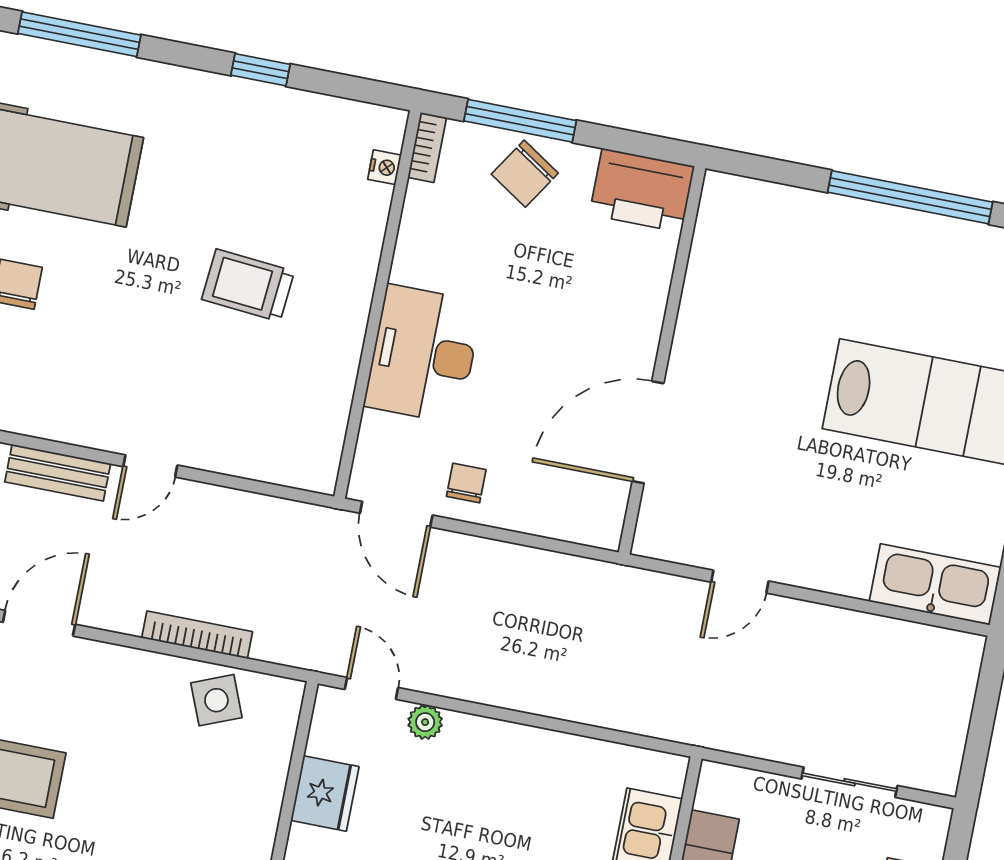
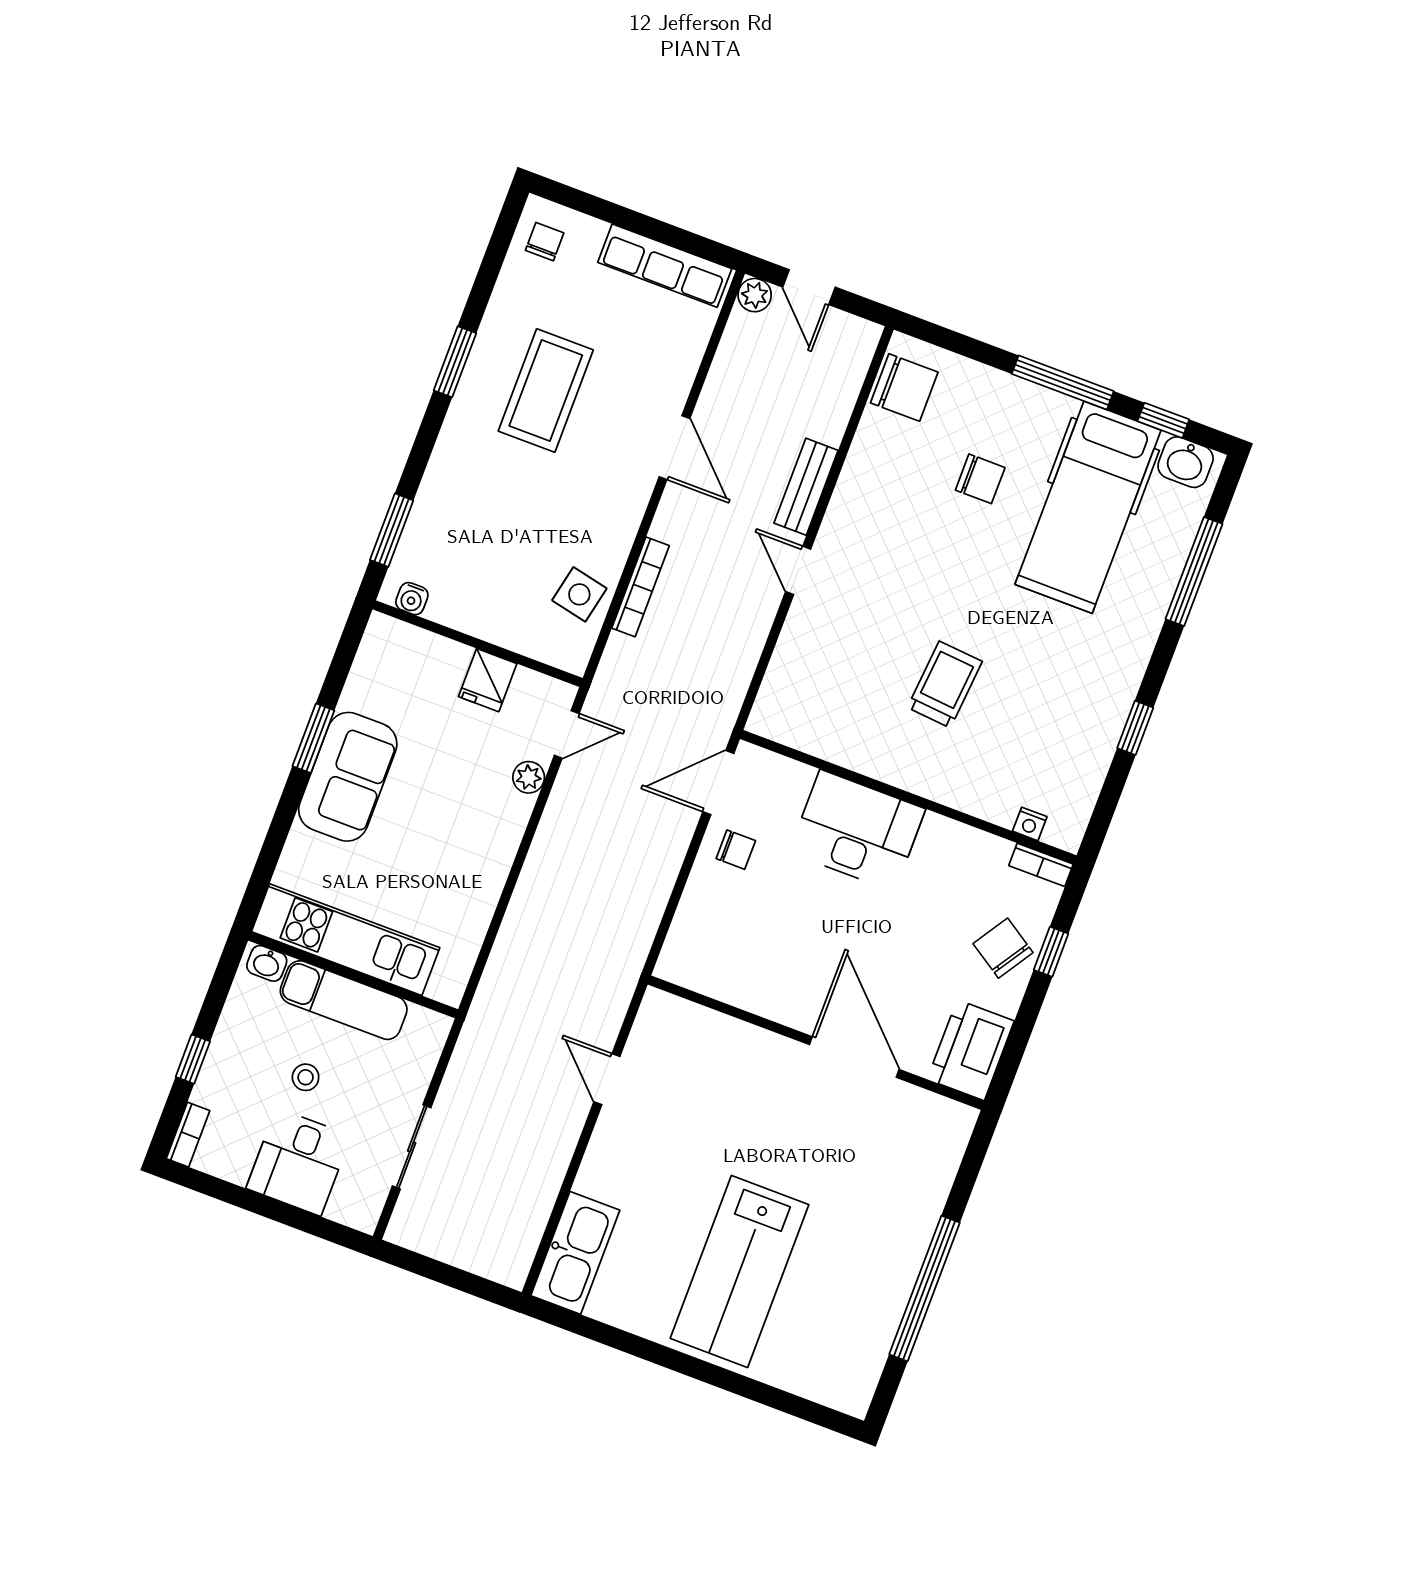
window: (520, 121) -> (1051, 952), width x0.46
door: (648, 432) -> (854, 1057), moved
side table: (216, 700) -> (579, 594), turned 34
fridge: (325, 793) -> (488, 680), width x0.72

